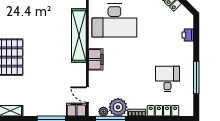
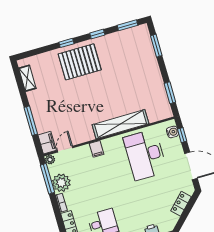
filing cabinet: (96, 59) -> (97, 149), width x0.50
plant: (103, 112) -> (50, 160), moved

